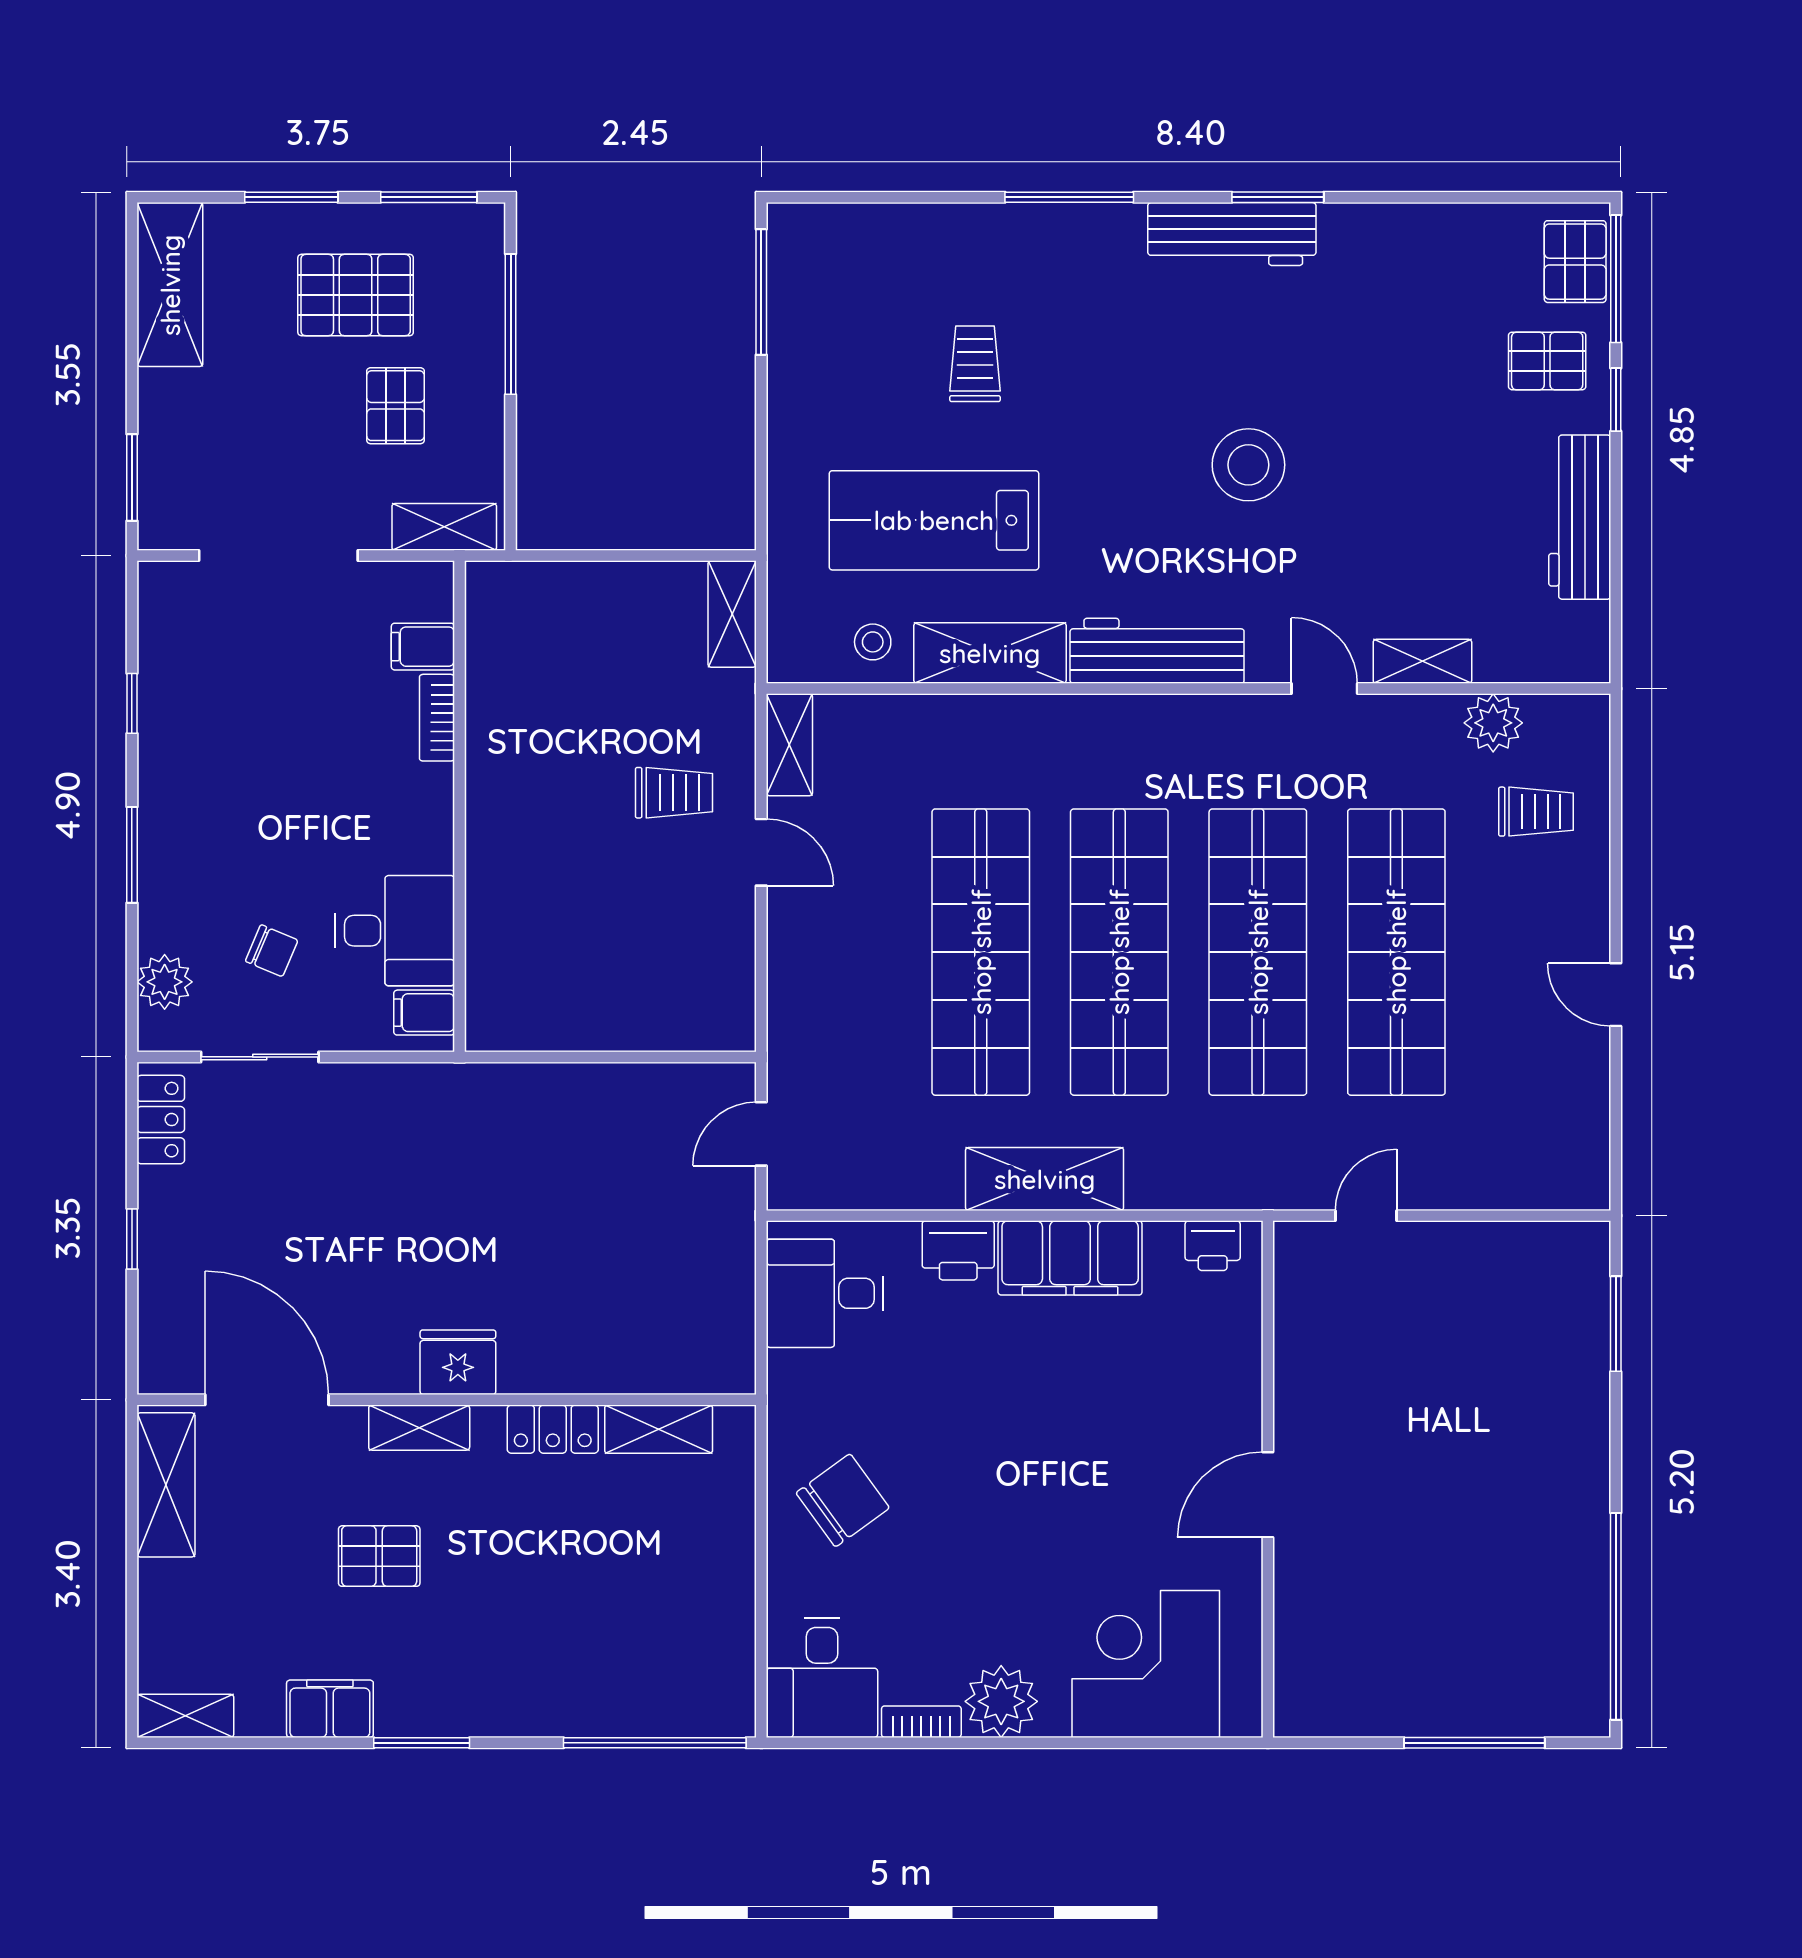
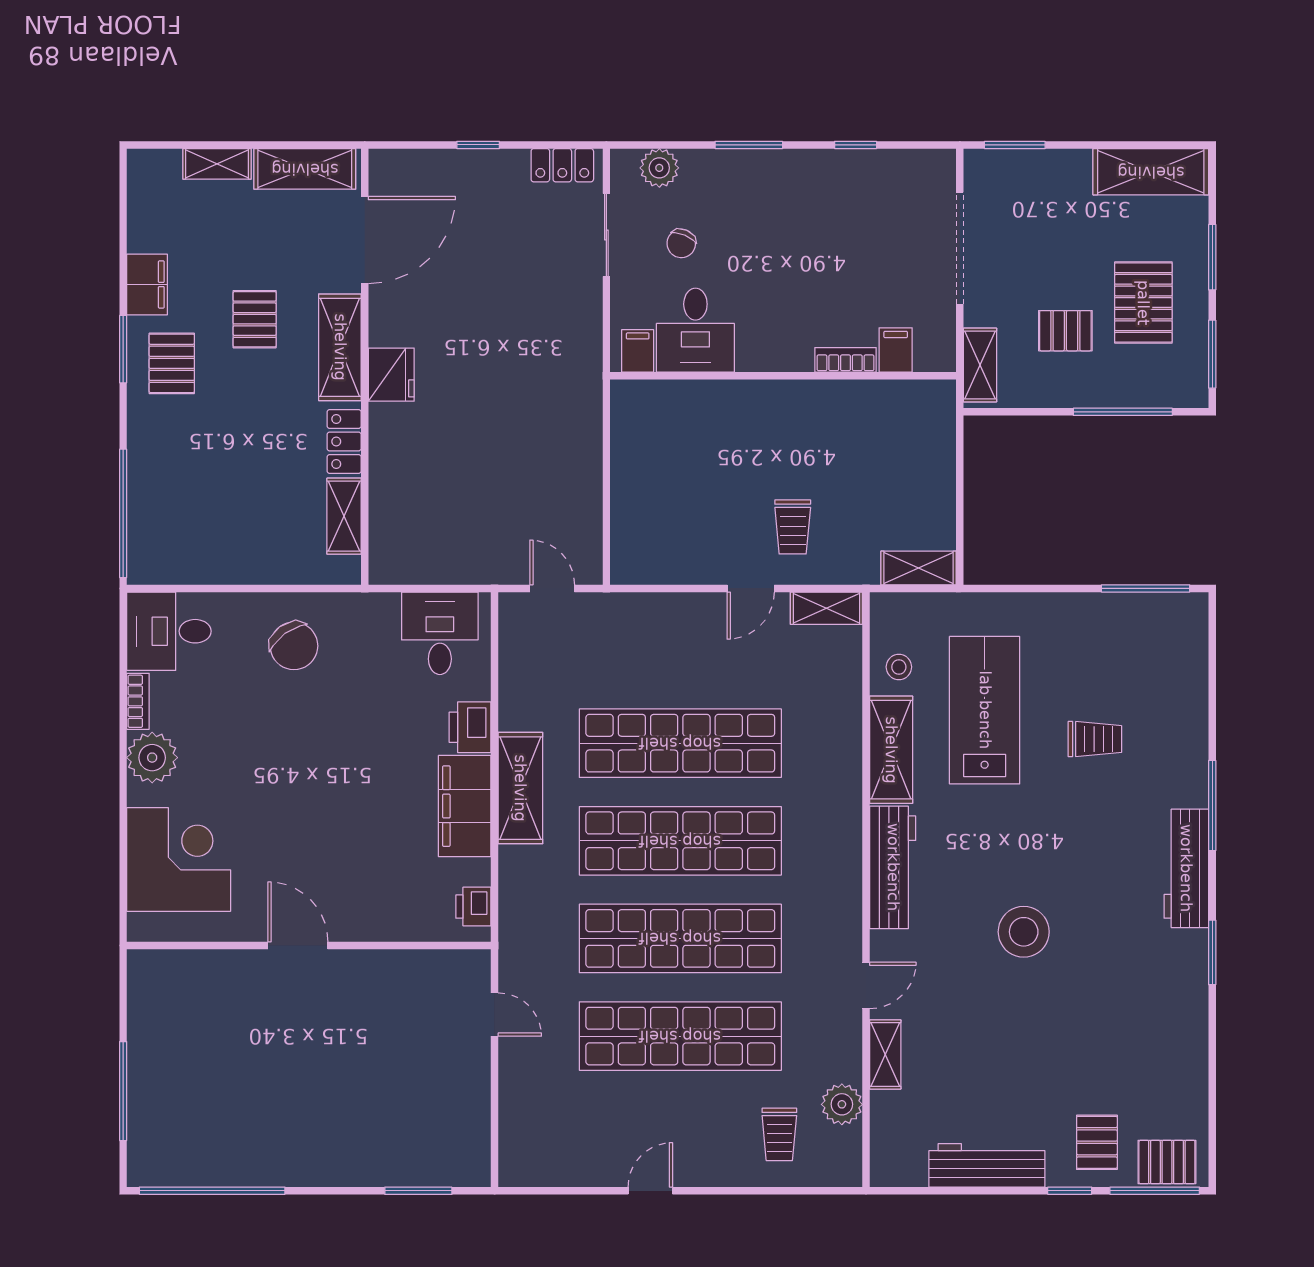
workbench: (1232, 234) -> (1186, 868), moved
shelving: (419, 1428) -> (340, 347), width x1.50, depth x1.33
pallet: (442, 1674) -> (172, 363), added
shelving: (185, 1716) -> (217, 164), moved, turned 90

